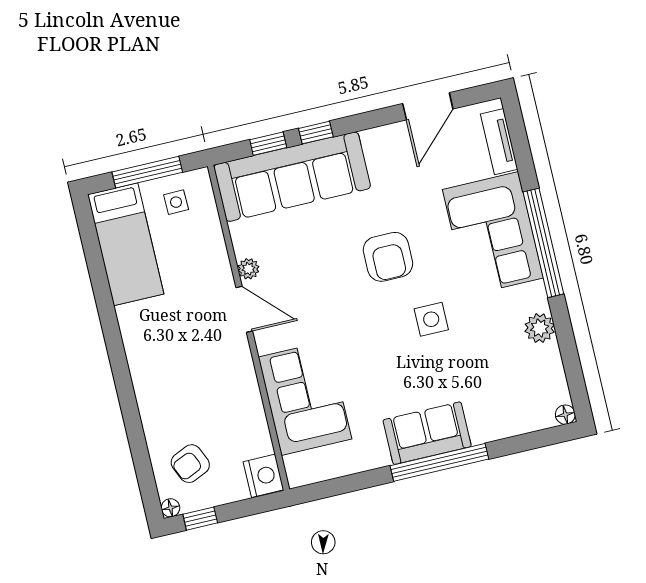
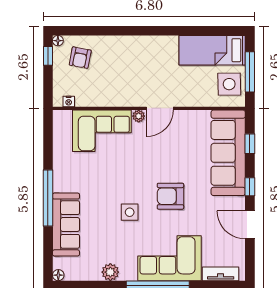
door: (428, 106) -> (250, 225), moved
window: (316, 133) -> (250, 187), moved
side table: (176, 202) -> (229, 84), width x1.87, depth x1.87
plant: (248, 269) -> (139, 116), moved
sofa: (427, 433) -> (66, 224), moved, width x1.36
armchair: (190, 464) -> (80, 58), turned -145
nightstand: (263, 476) -> (69, 101), width x0.53, depth x0.56

